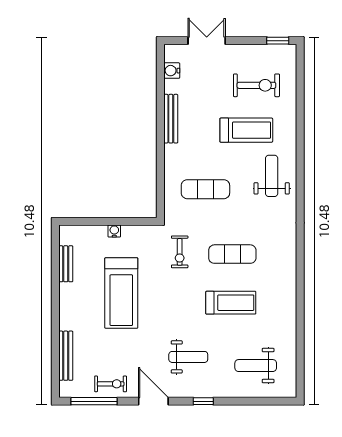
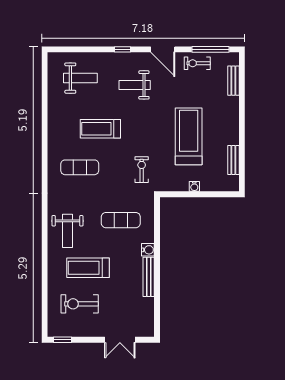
water cooler: (172, 71) -> (148, 250), moved
exercise mat: (232, 254) -> (80, 167), moved
bench: (66, 356) -> (233, 81), width x0.73

